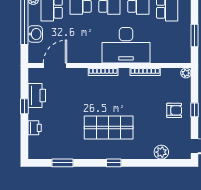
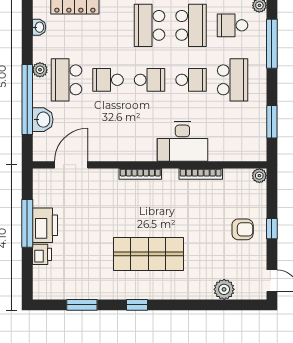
desk: (126, 45) -> (182, 142), width x0.73, depth x0.77
printer: (37, 96) -> (45, 225), moved
window: (24, 106) -> (27, 223), width x2.17
window: (114, 163) -> (137, 305), moved

